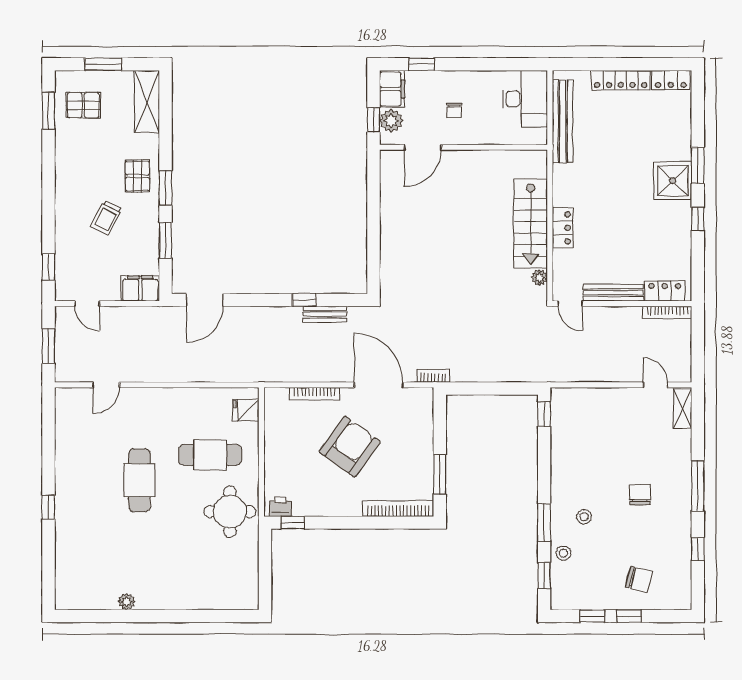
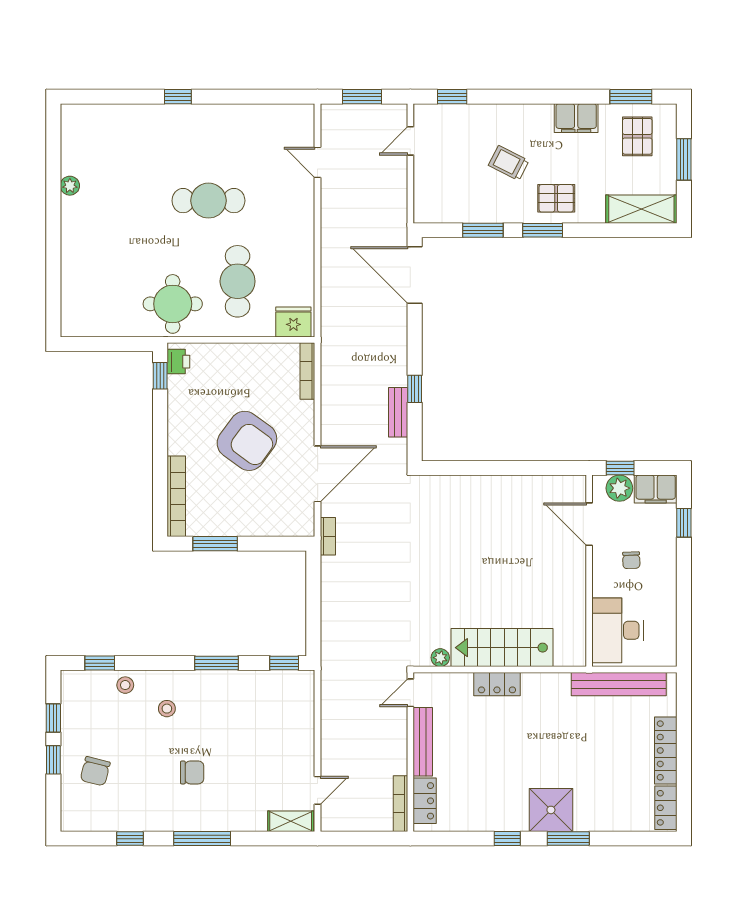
desk: (525, 99) -> (617, 630), moved, turned 90
chair: (454, 110) -> (631, 560), turned -92
filing cabinet: (140, 288) -> (576, 118), moved, turned 90
door: (205, 300) -> (415, 275), width x1.36
bookcase: (315, 394) -> (307, 371), moved
fridge: (246, 410) -> (293, 322), width x1.38
window: (544, 522) -> (217, 663), moved

